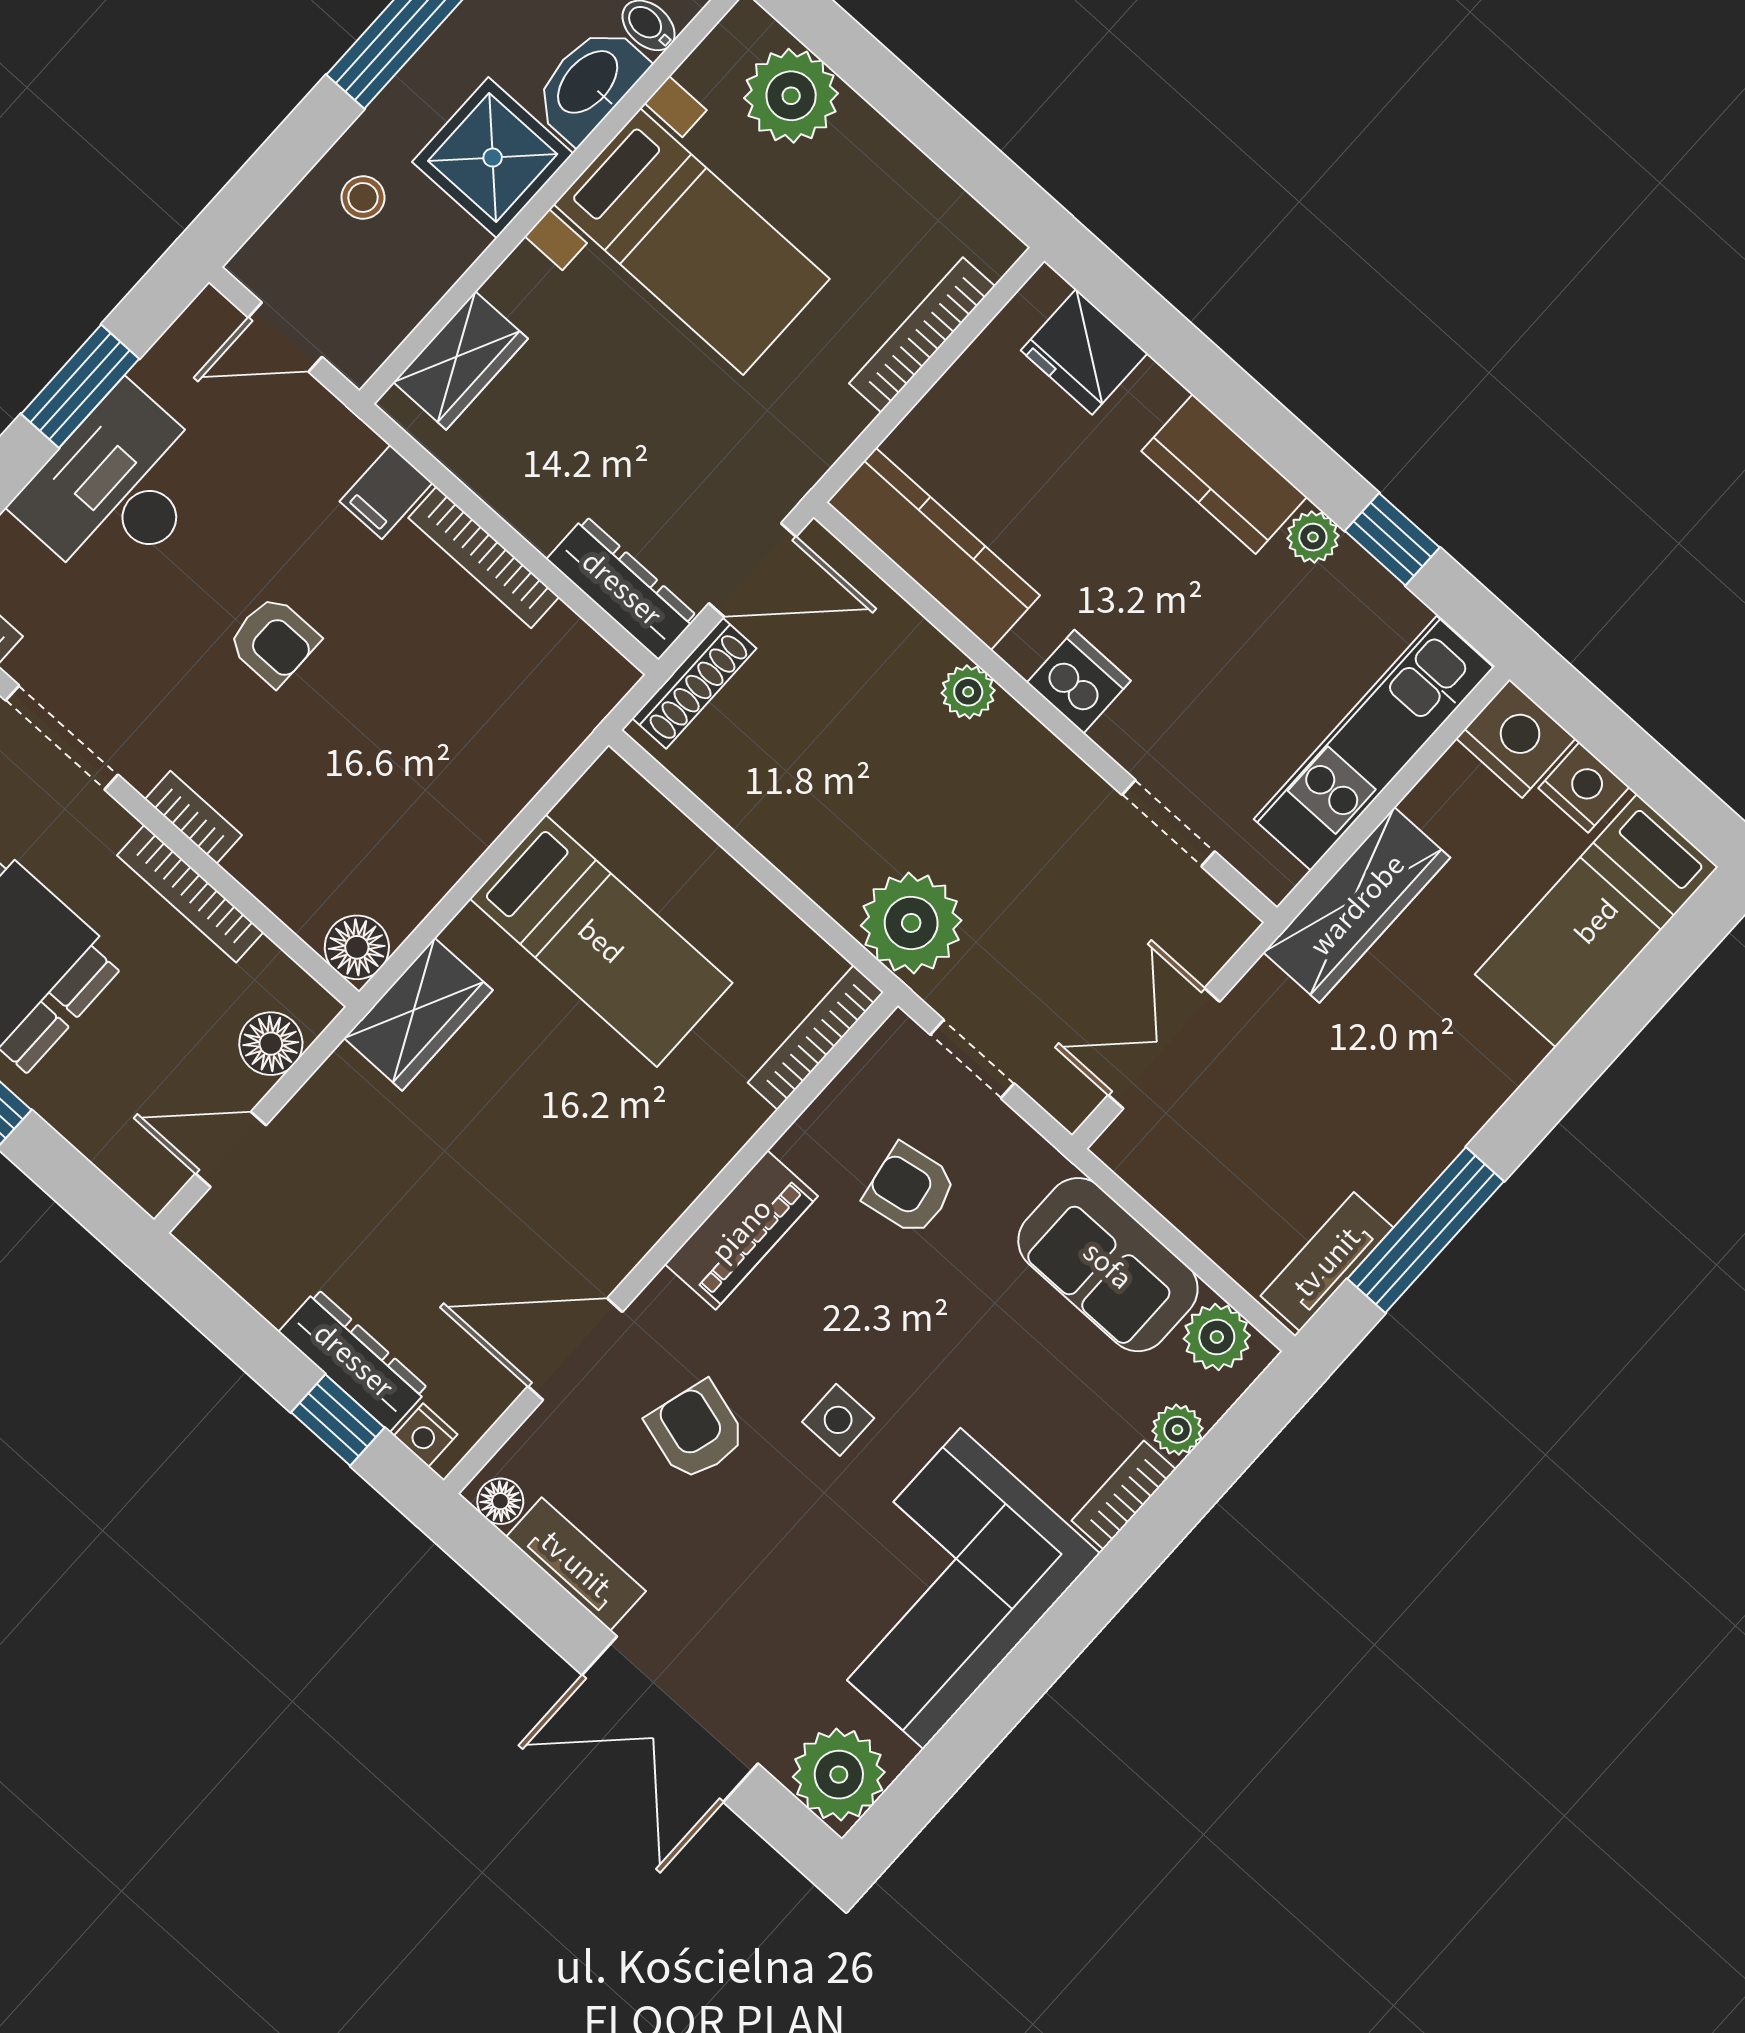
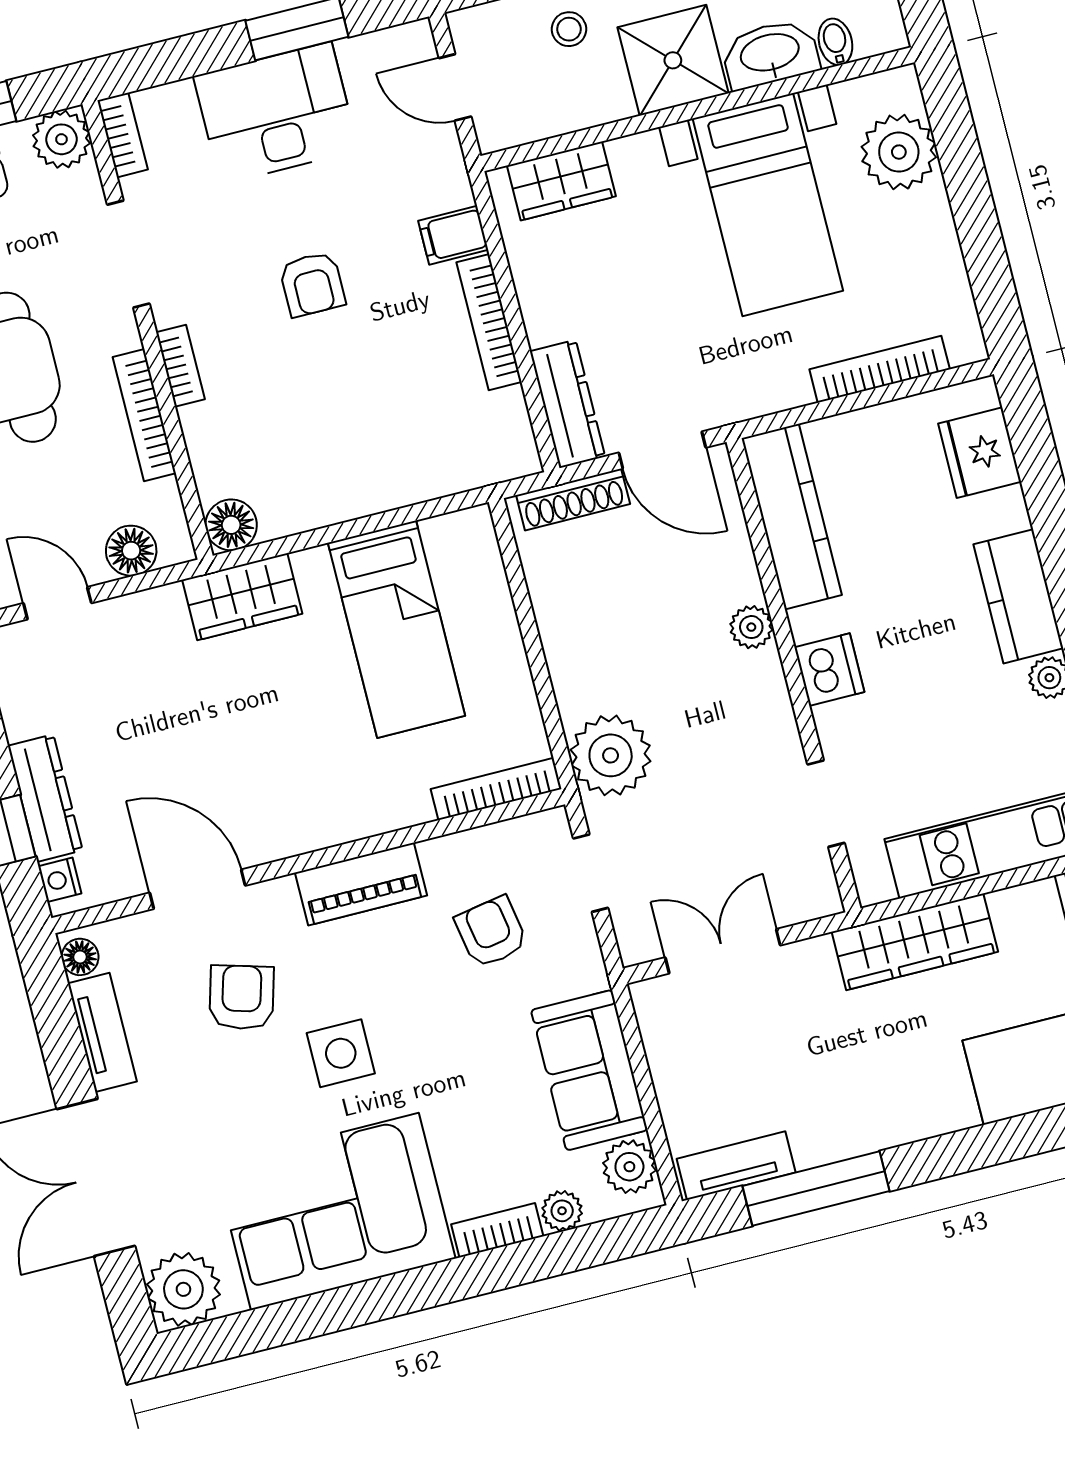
side table: (838, 1420) -> (341, 1053), width x1.37, depth x1.37

